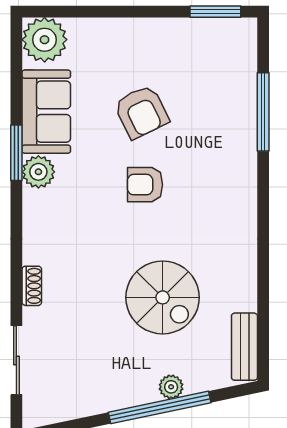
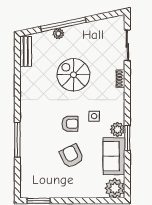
window: (263, 112) -> (17, 140), moved
side table: (91, 202) -> (94, 116), added
spiral stairs: (163, 297) -> (73, 75), moved

